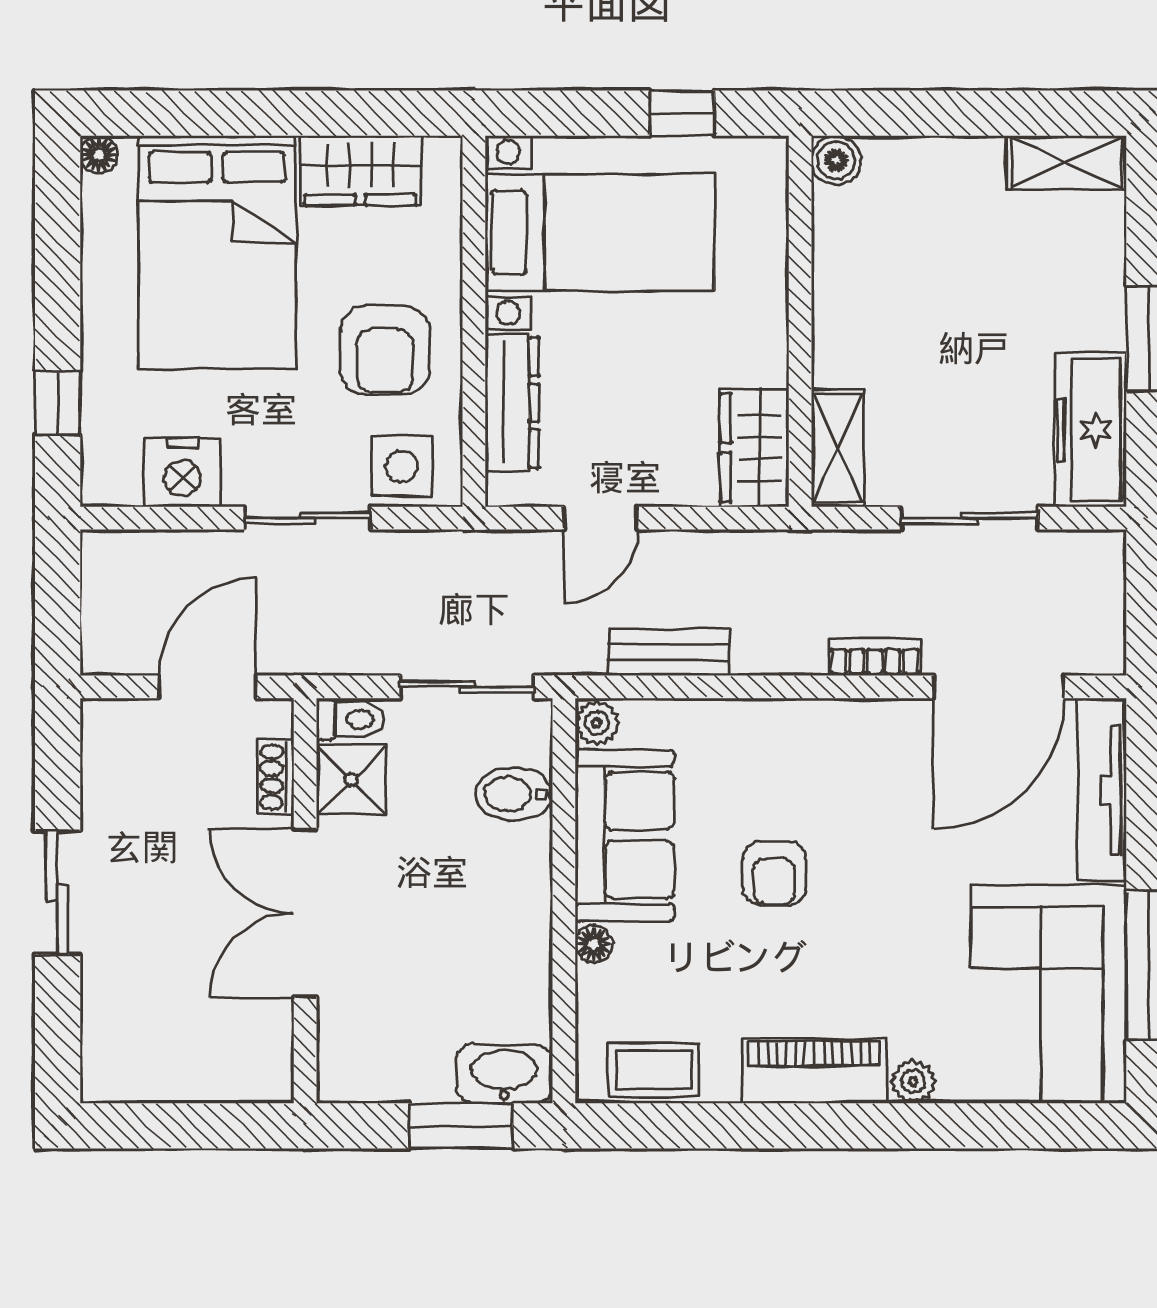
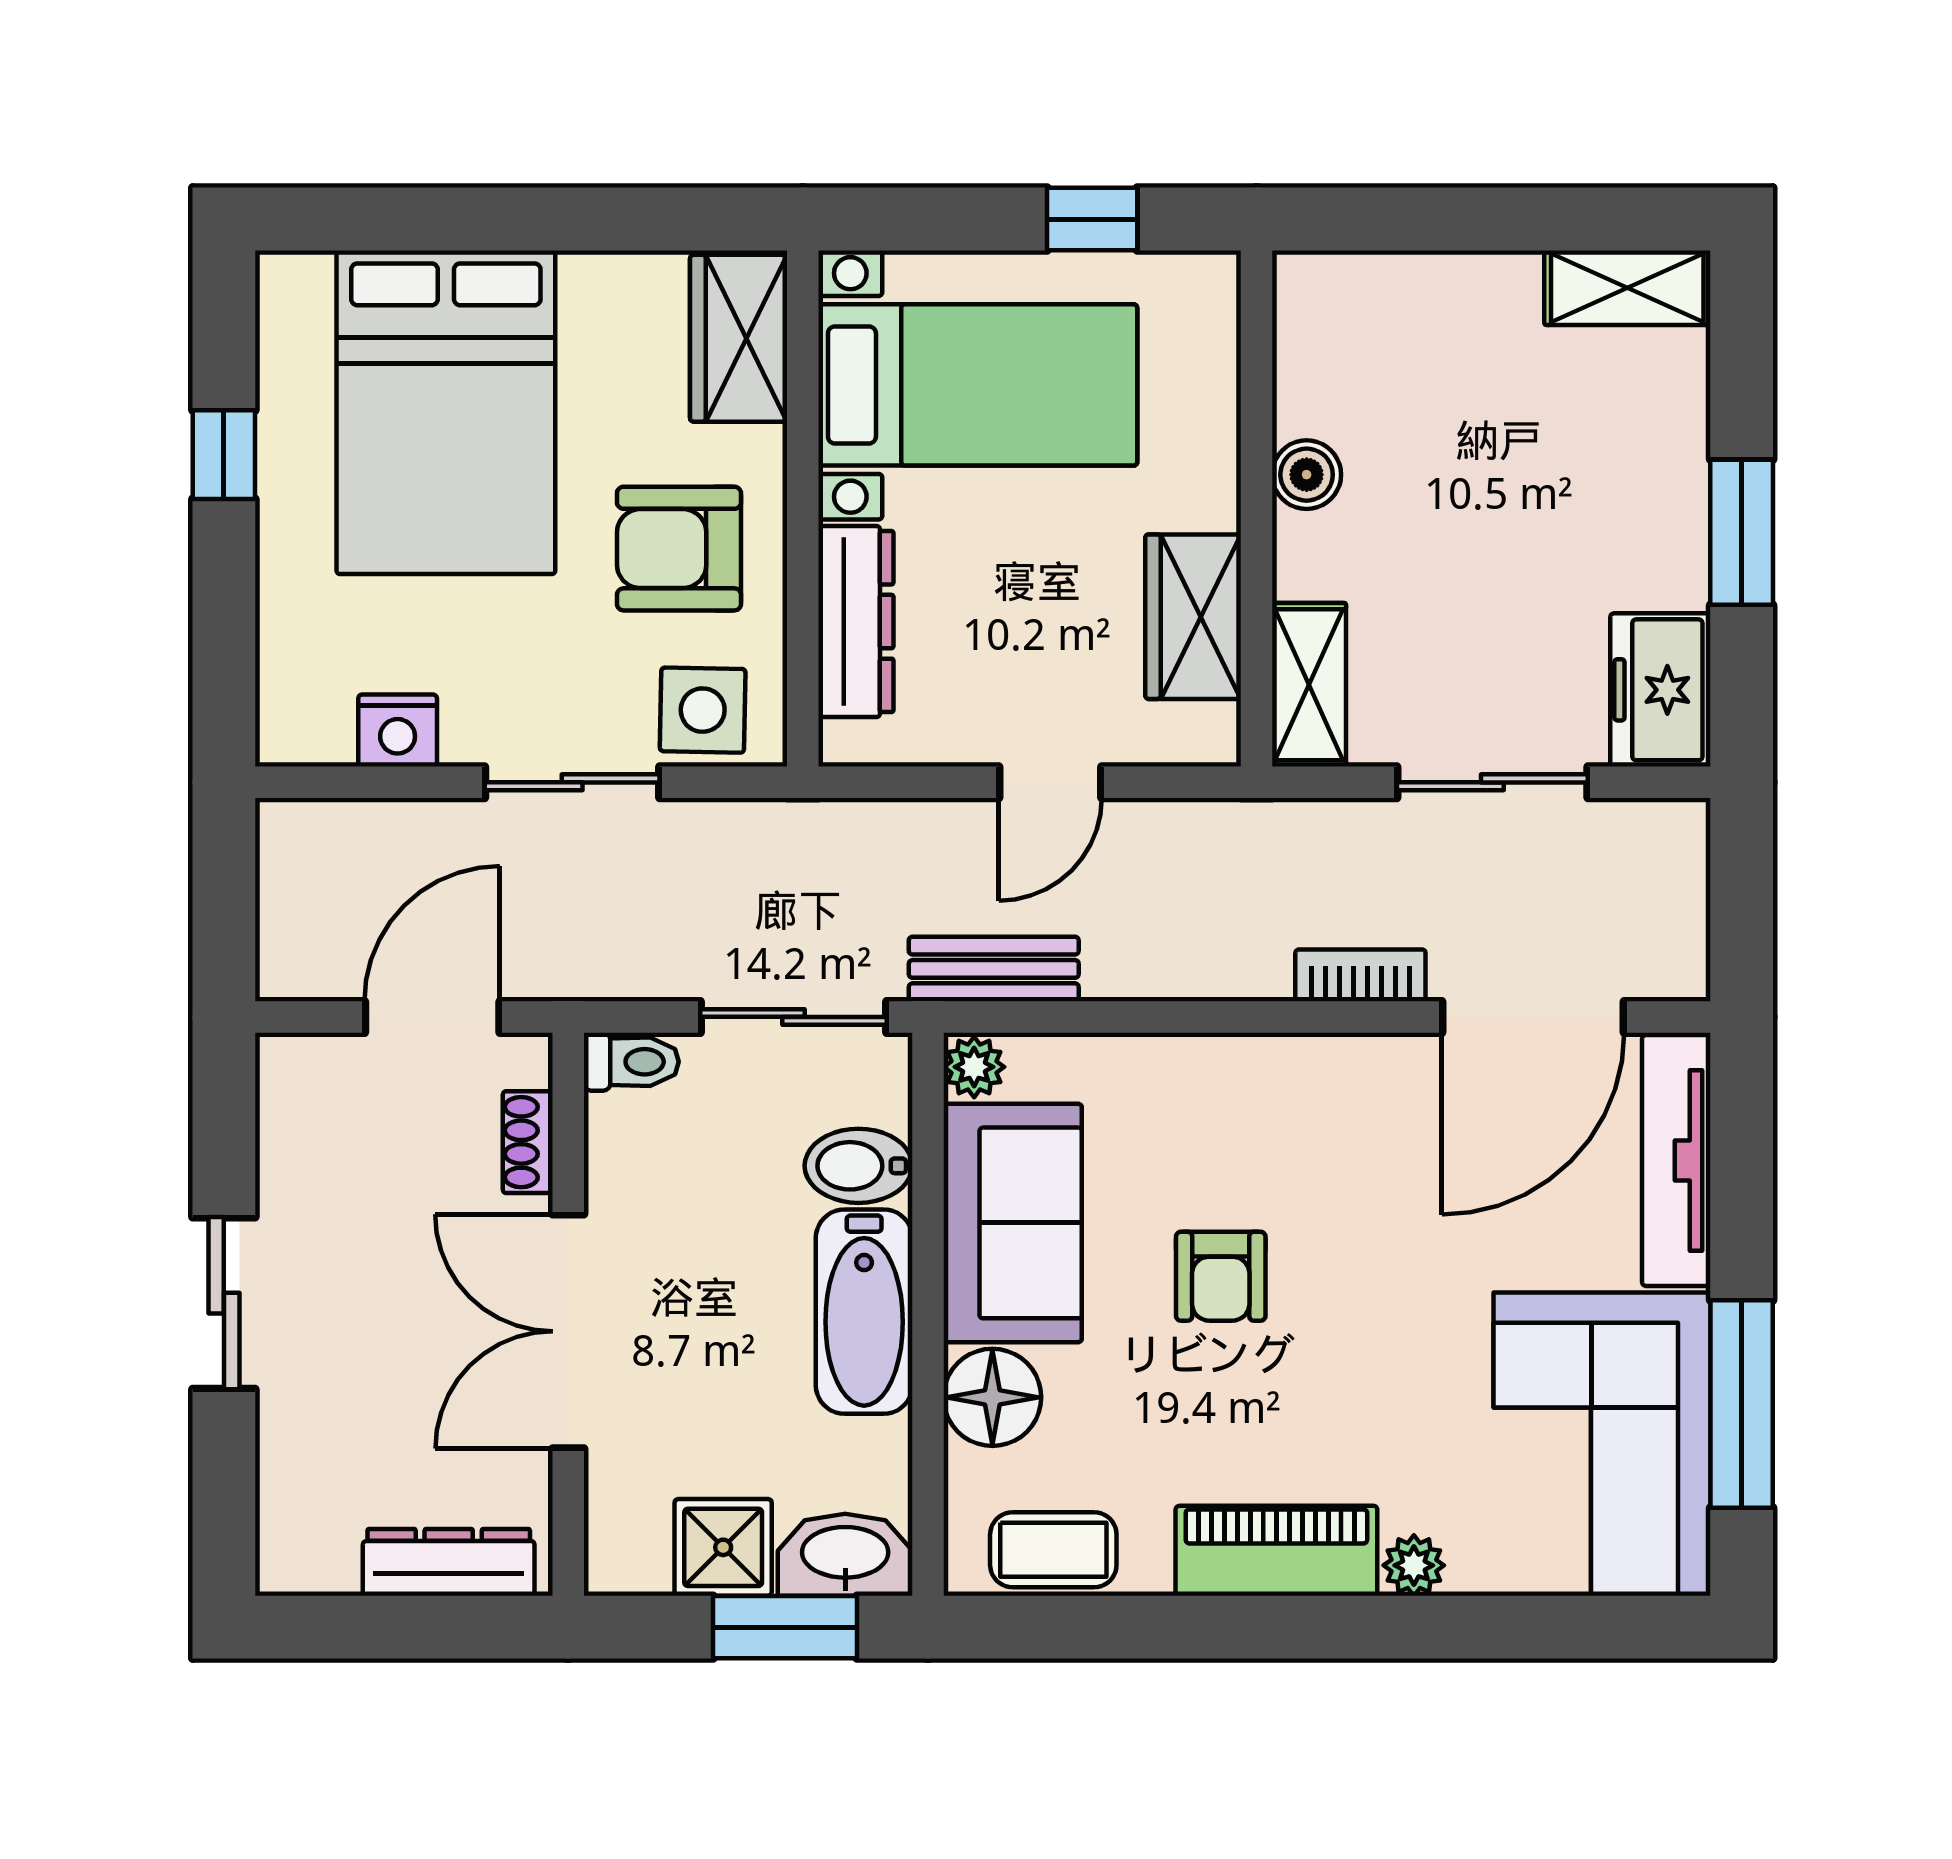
floor lamp: (99, 155) -> (281, 276), removed
boiler: (836, 160) -> (1307, 475), moved
wardrobe: (360, 171) -> (739, 338), moved, turned 90
armchair: (385, 350) -> (679, 549), turned 90
window: (58, 403) -> (224, 455), moved
freezer: (1090, 430) -> (1660, 690), width x0.71
wardrobe: (754, 448) -> (1193, 617), moved
nightstand: (182, 473) -> (398, 731), width x0.74, depth x0.75
door: (601, 518) -> (1050, 782), moved
bench: (669, 652) -> (994, 969), moved
shower: (351, 780) -> (723, 1547), moved
bathtub: (518, 899) -> (864, 1312), added
floor lamp: (594, 944) -> (992, 1397), width x1.89, depth x1.89
dresser: (219, 1079) -> (449, 1562), added

